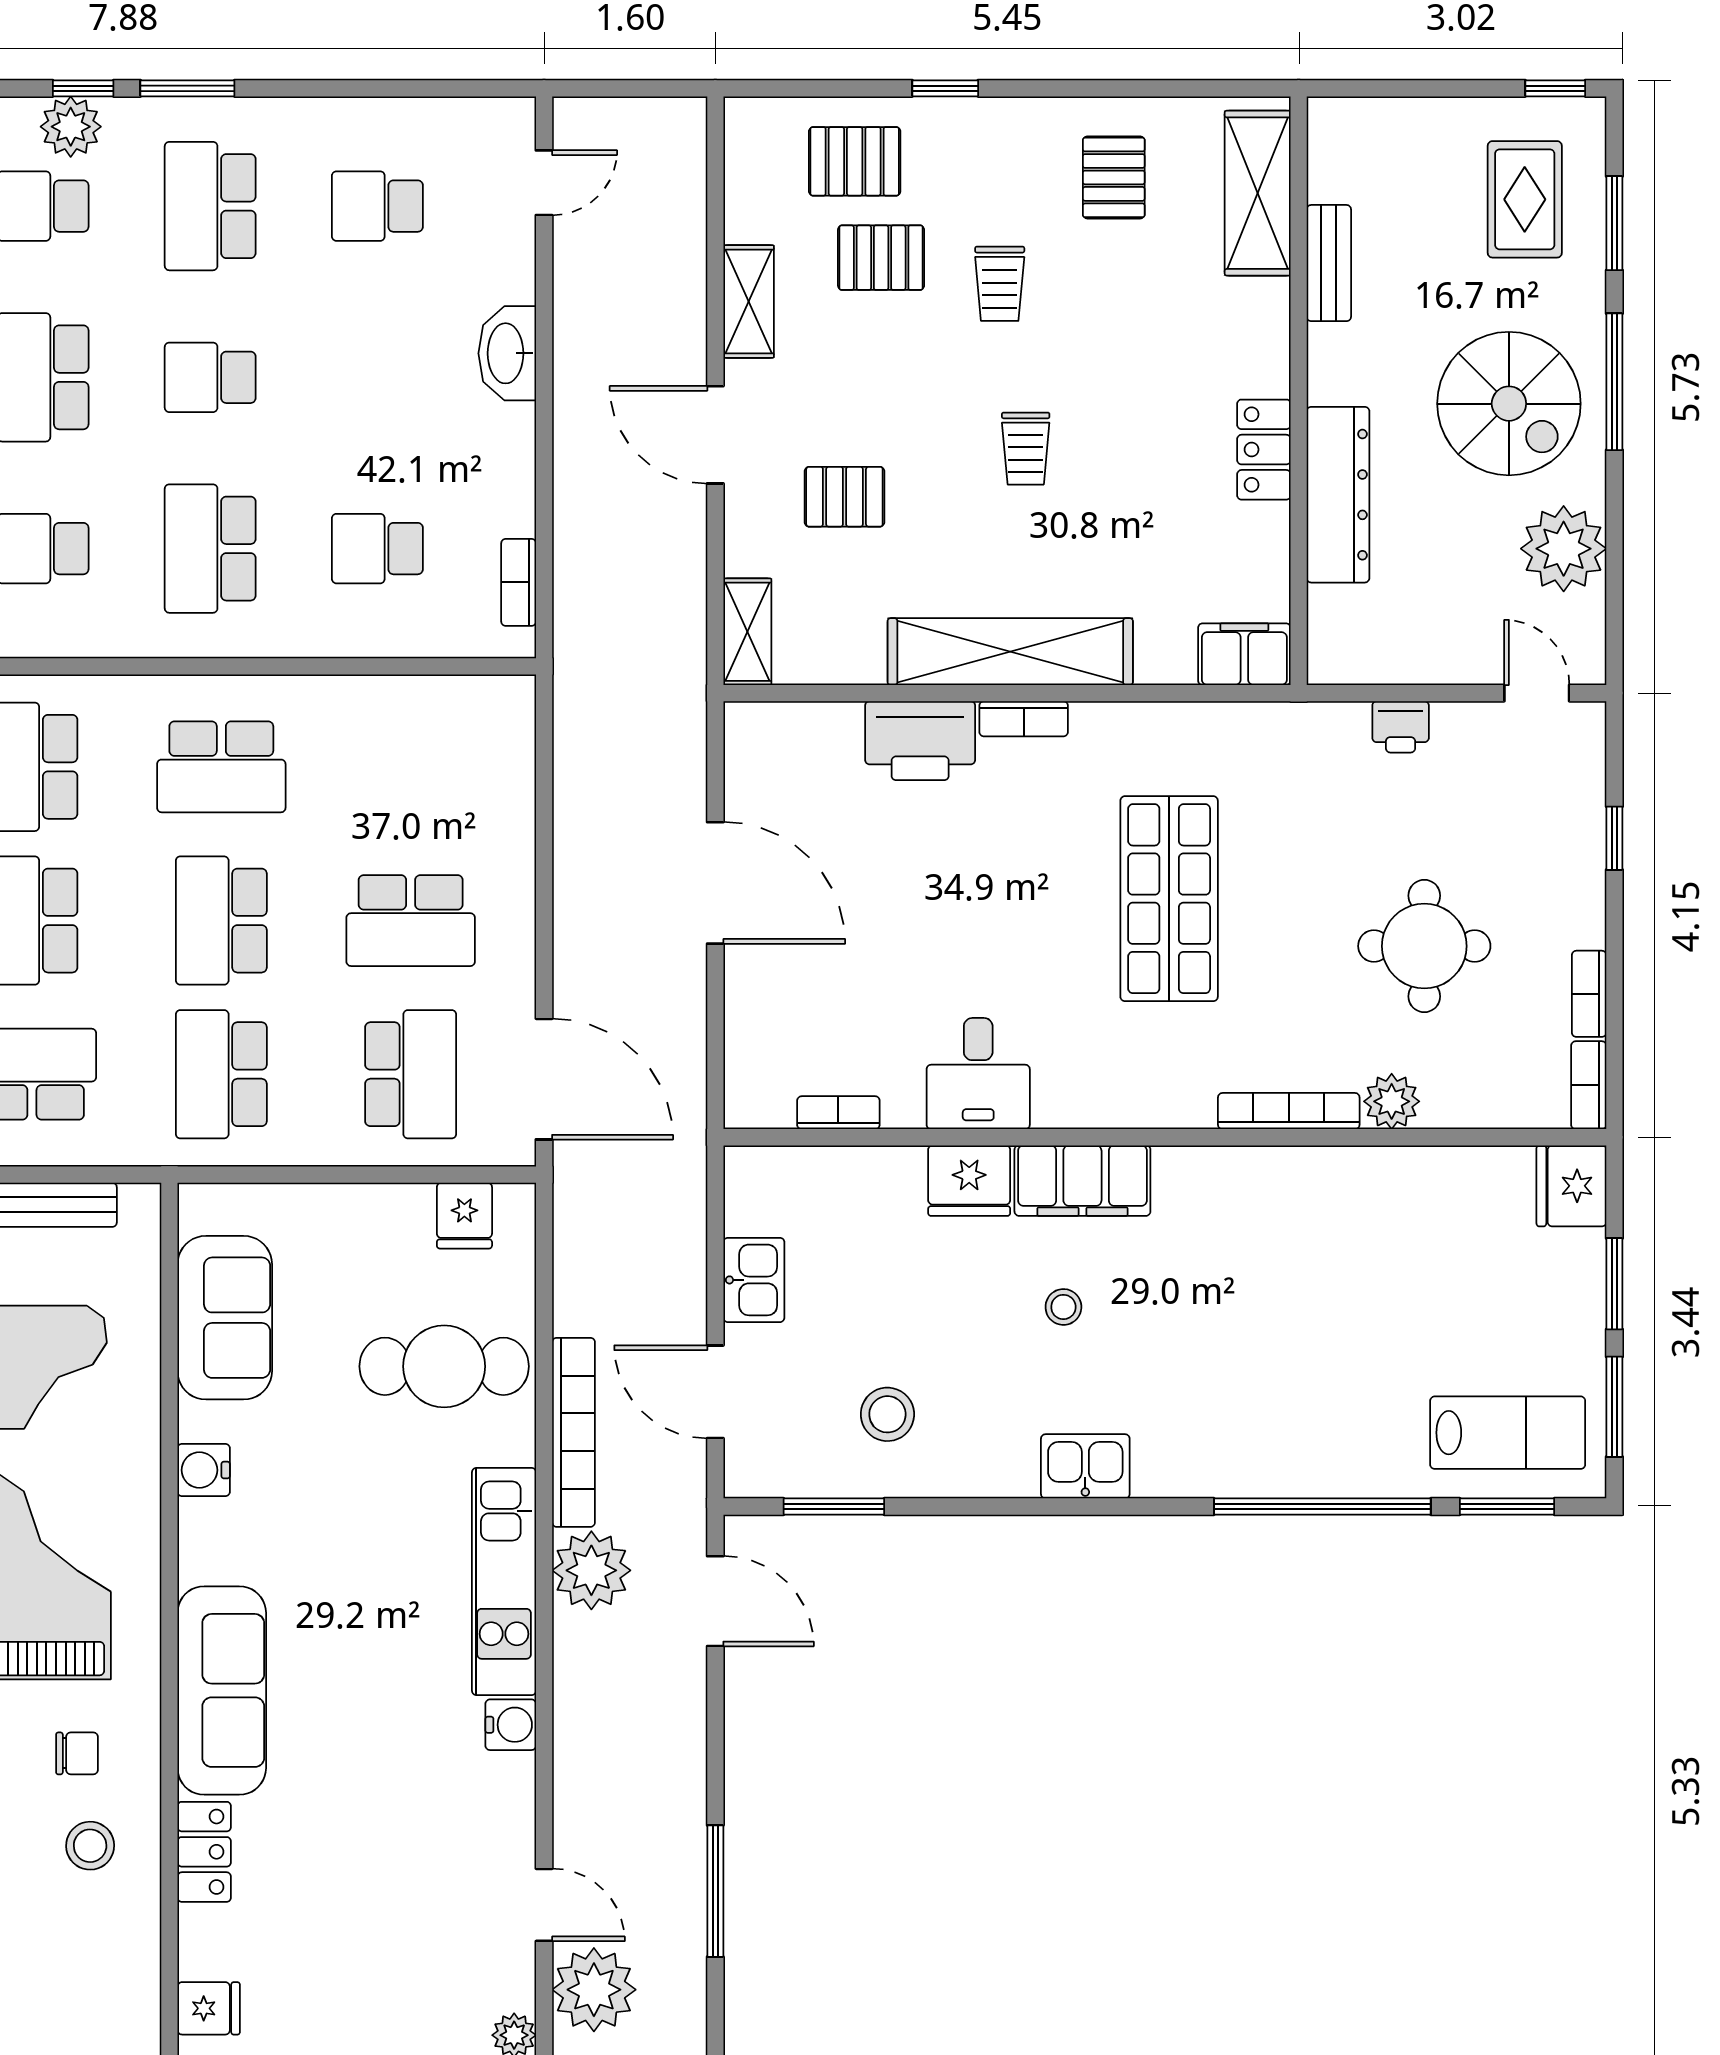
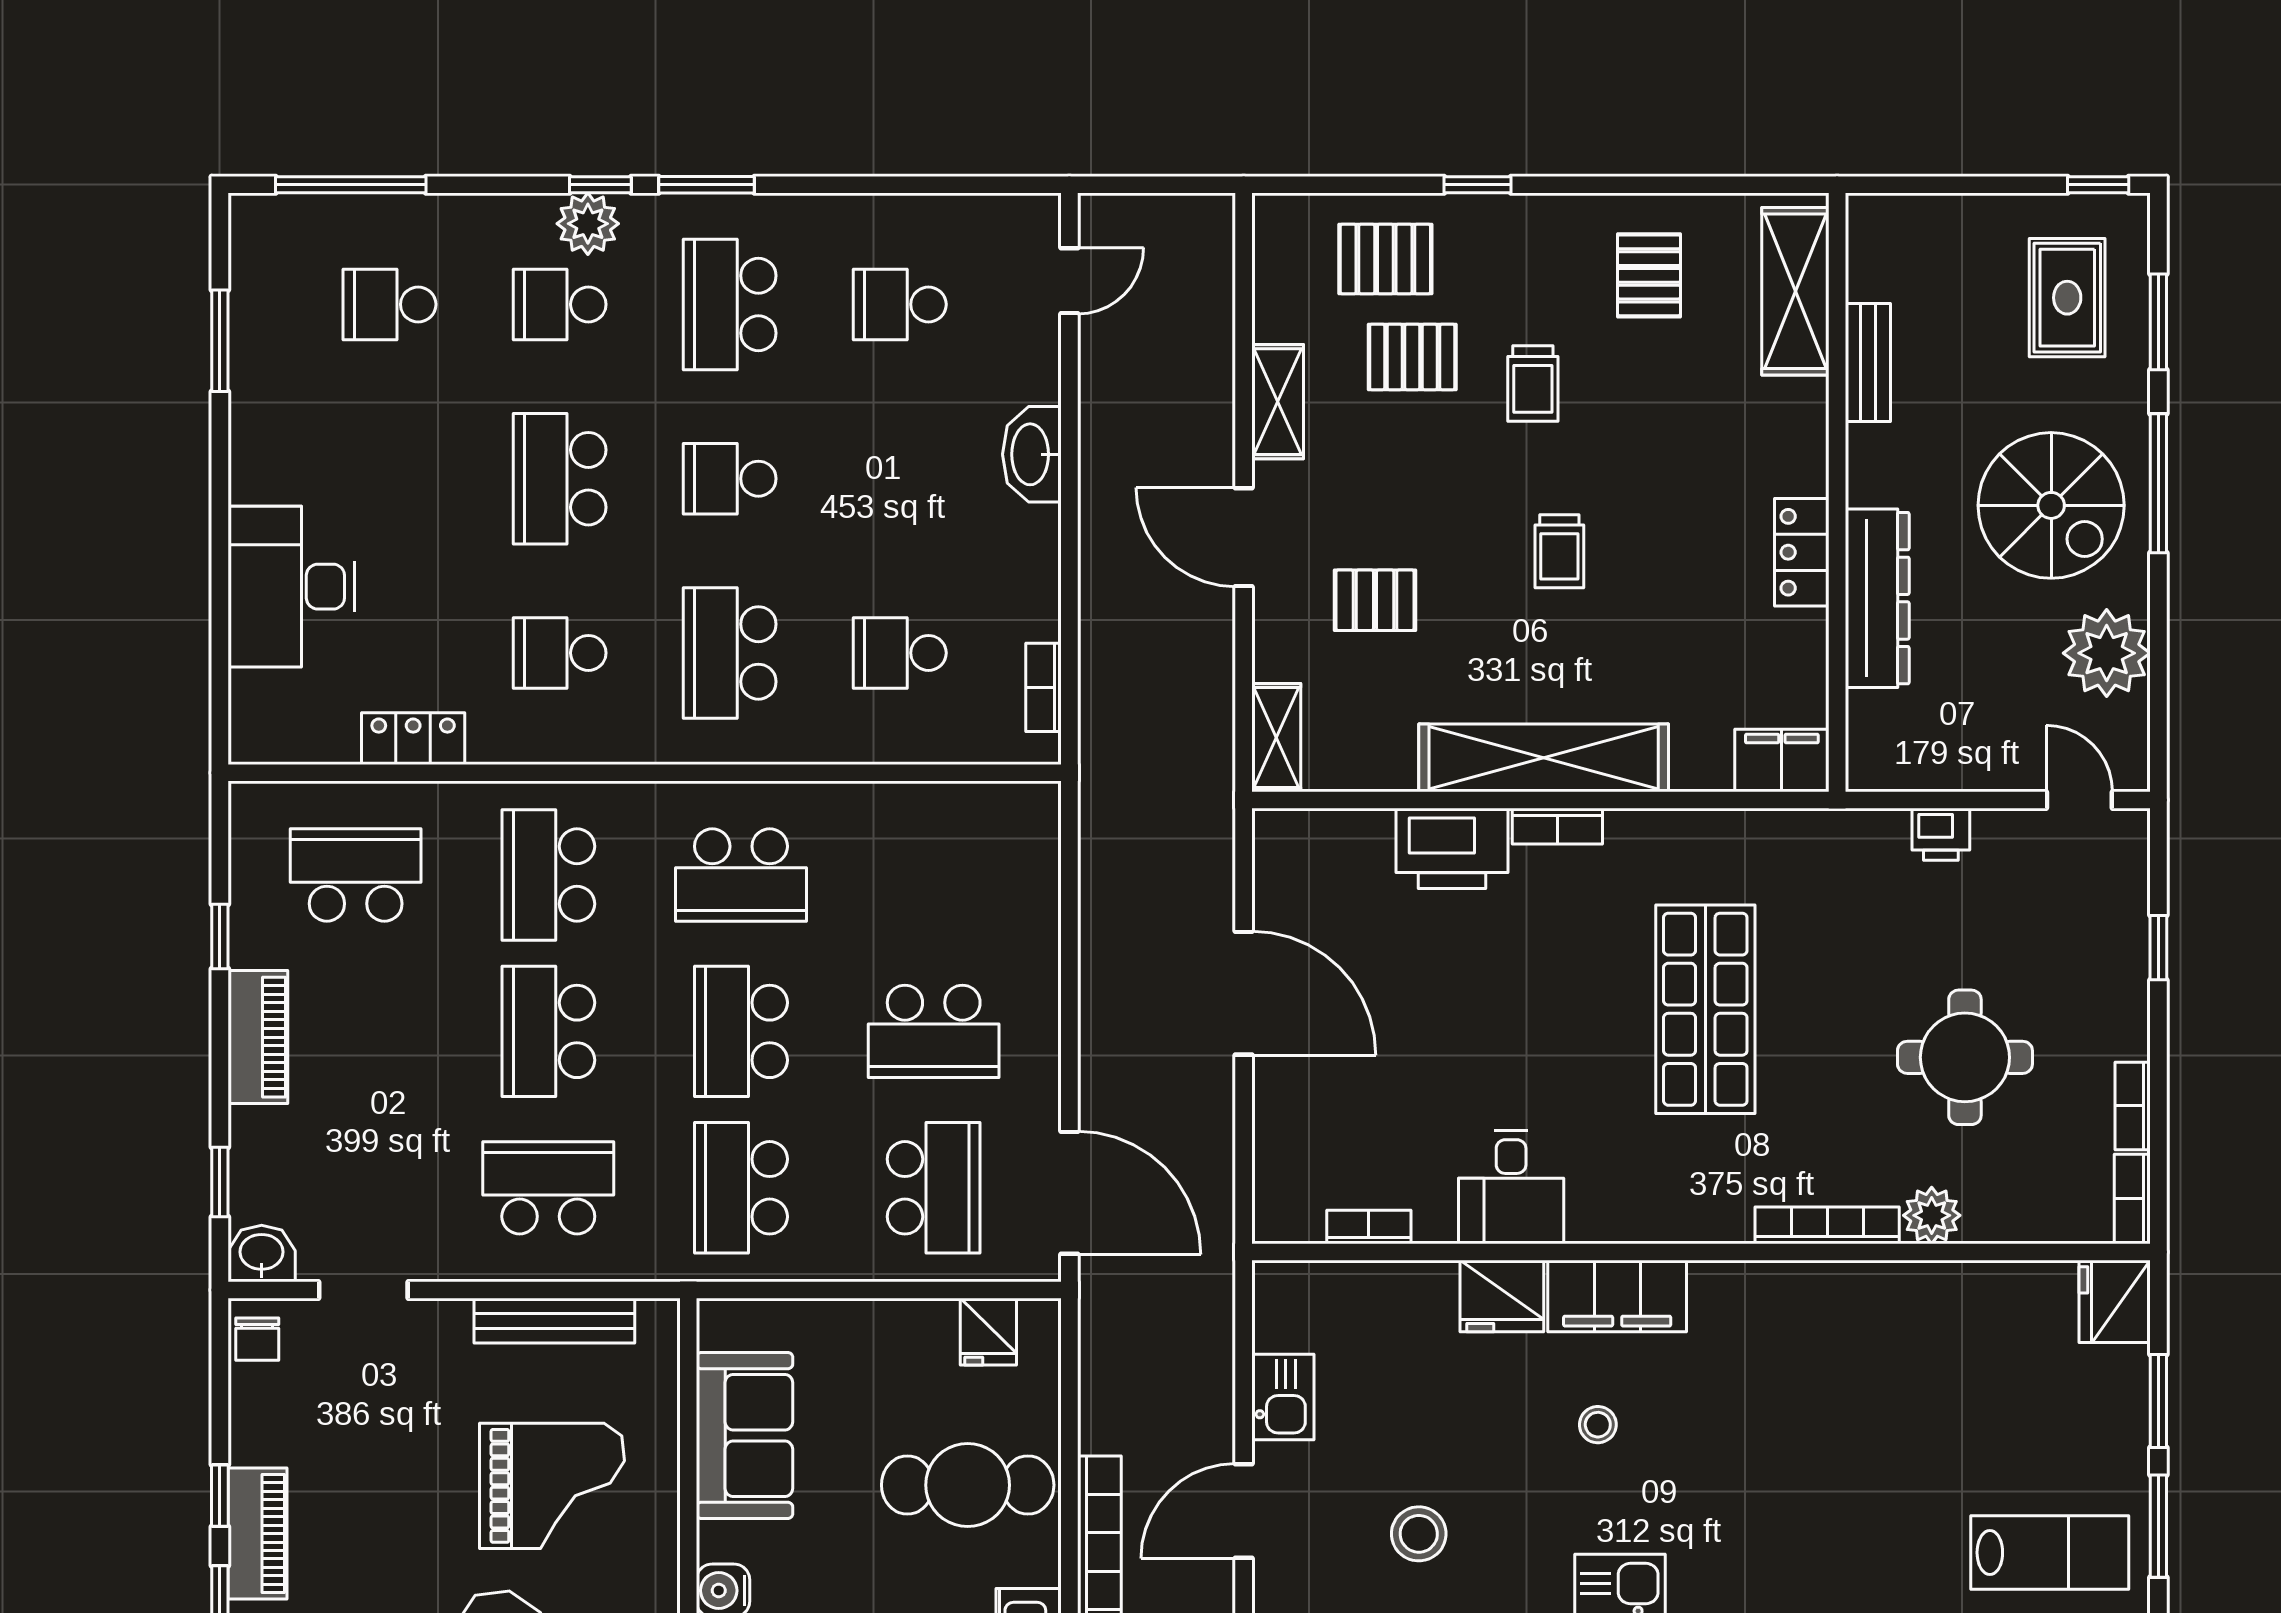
door: (715, 1392) -> (1244, 1511), hinge flipped

